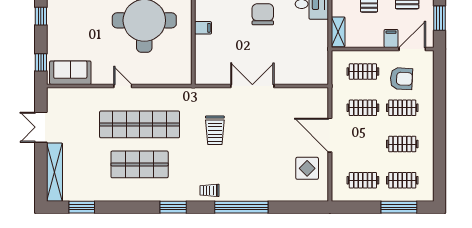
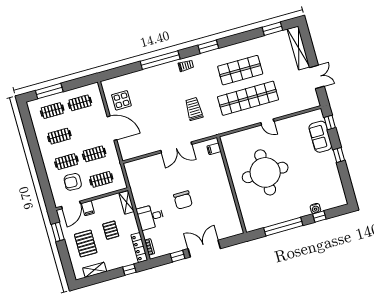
filing cabinet: (203, 28) -> (214, 149), moved
sofa: (70, 73) -> (320, 137), moved, turned 90

